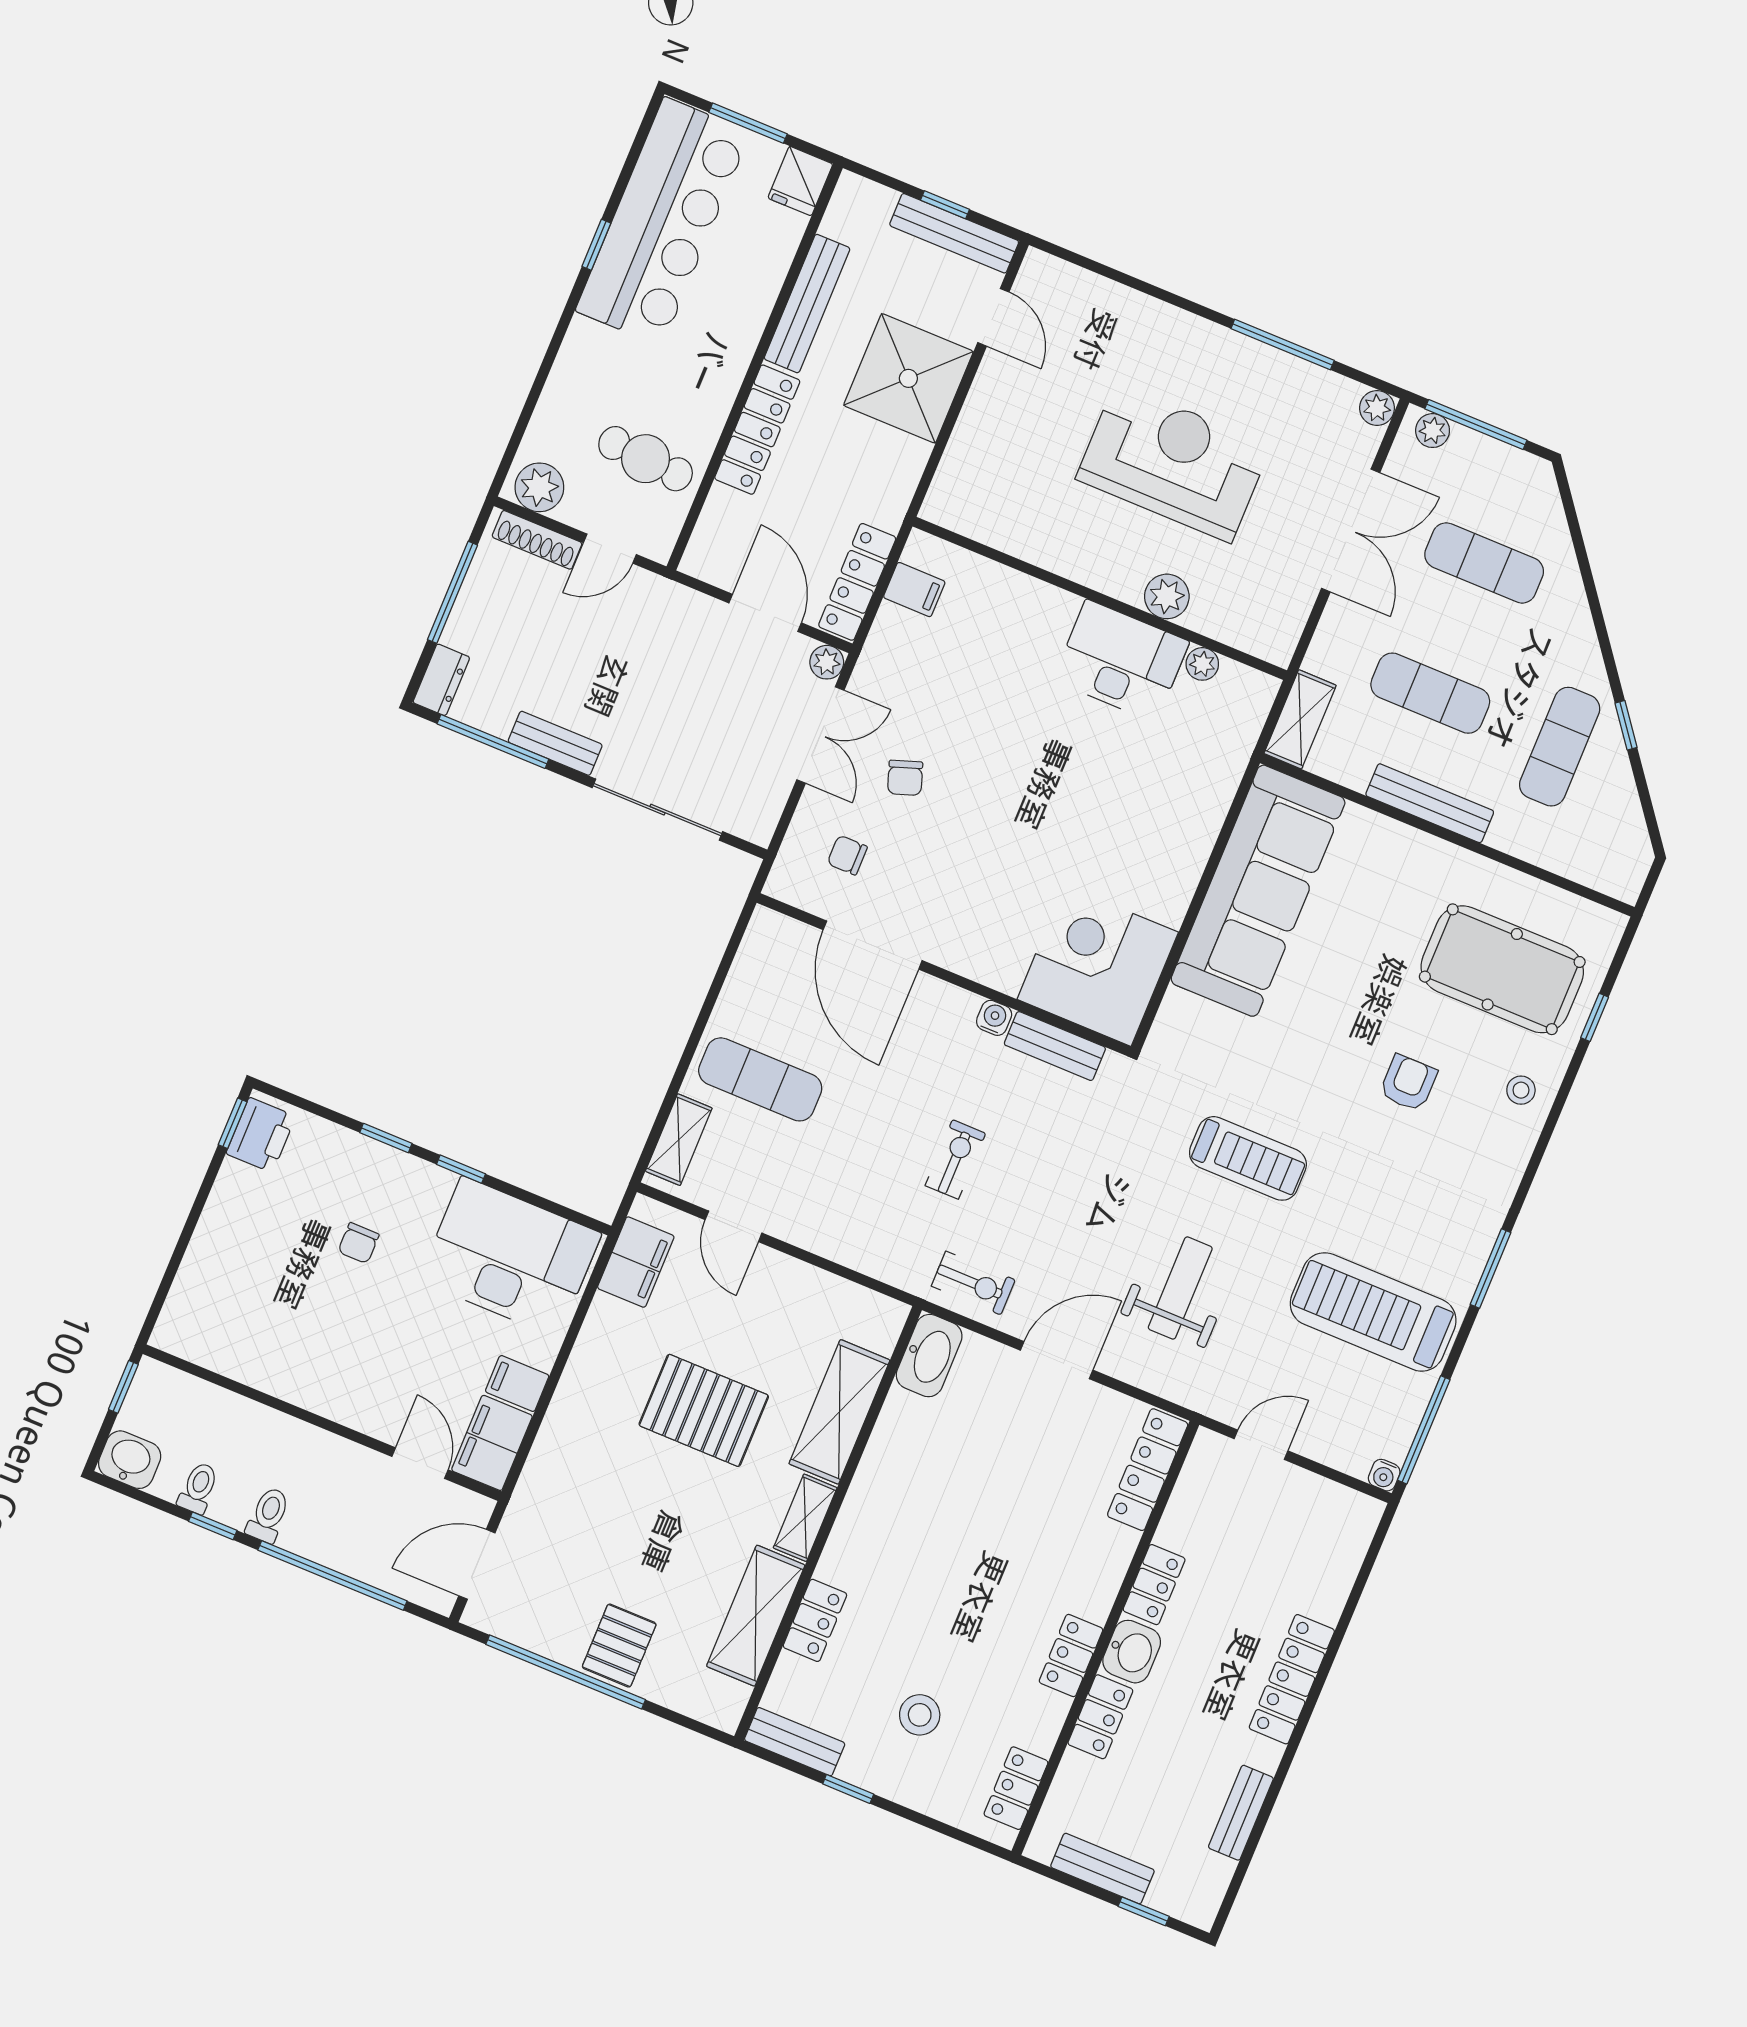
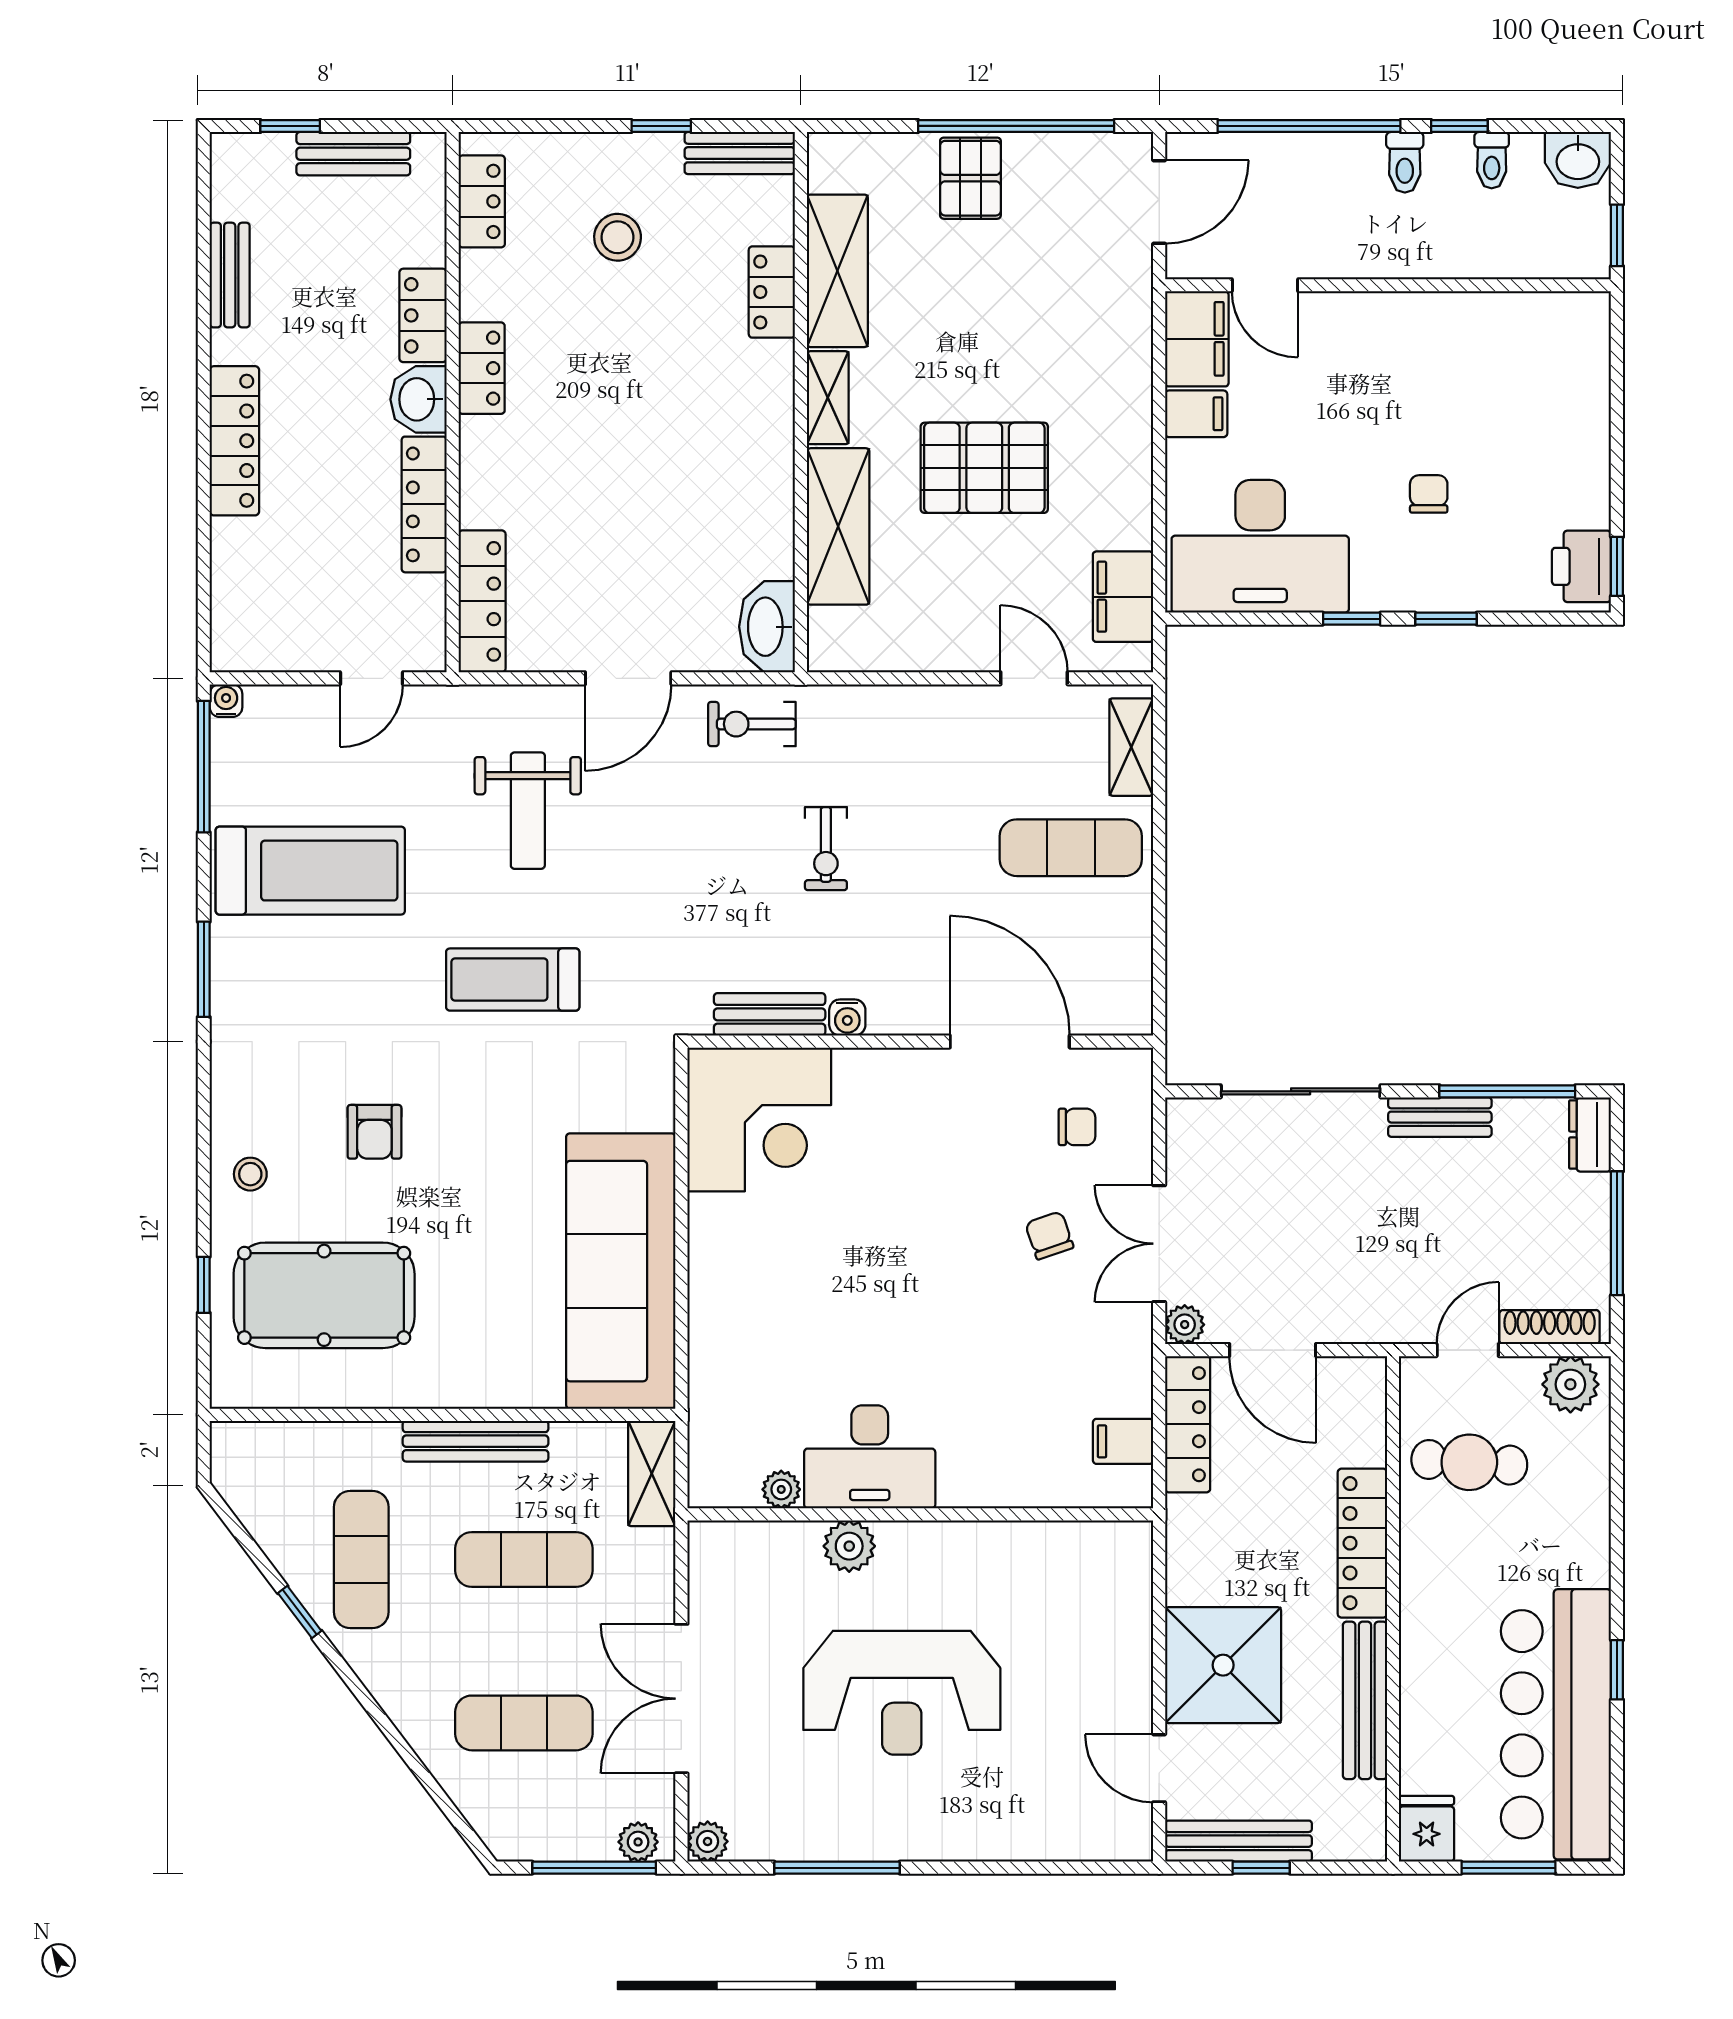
locker: (1154, 1585) -> (424, 504), width x1.53

